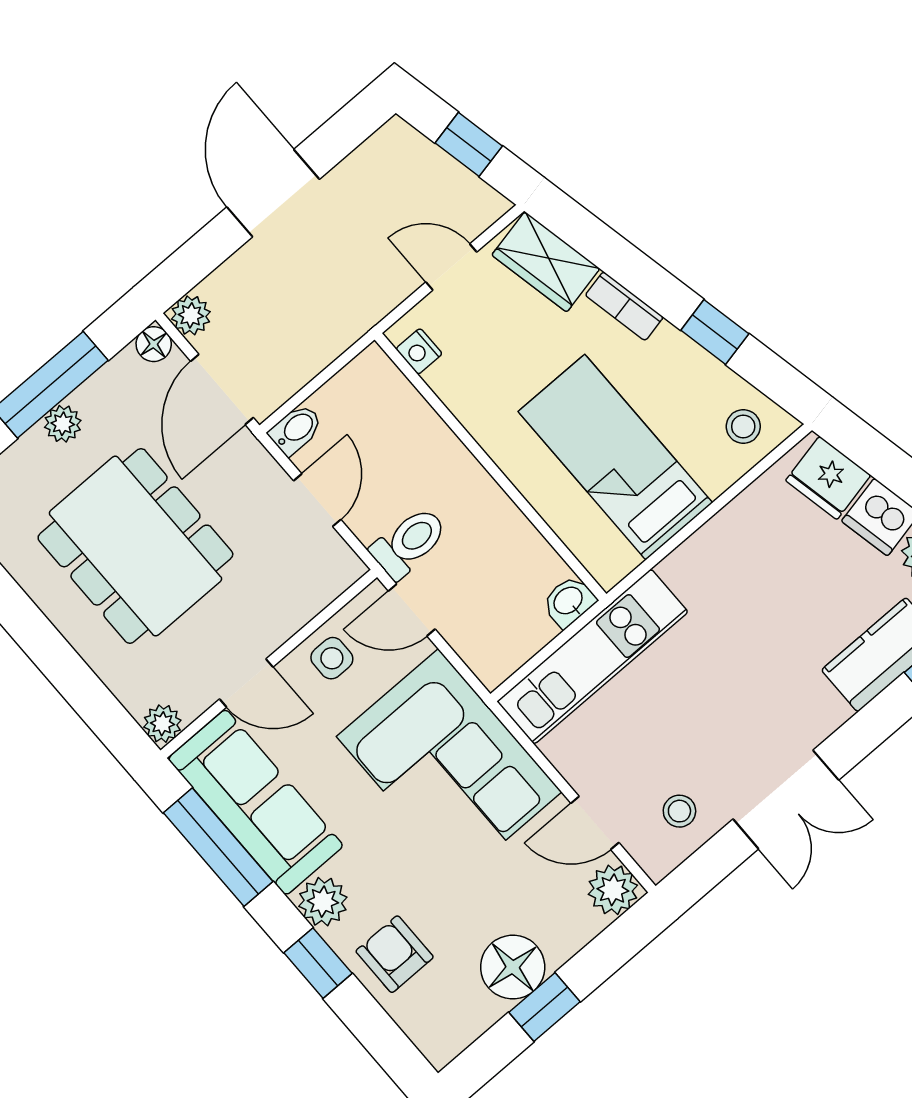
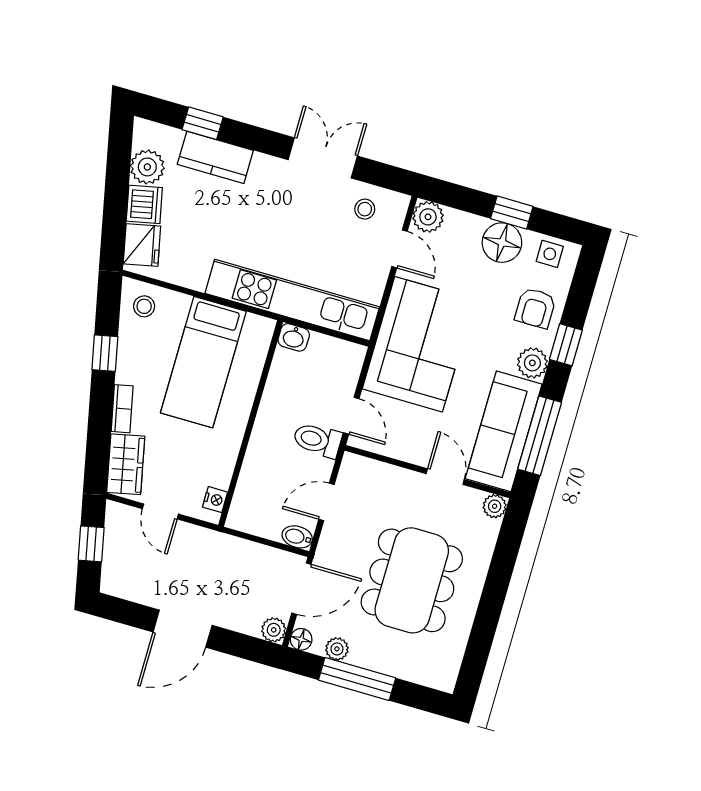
plant: (63, 424) -> (337, 649), moved
kitchen unit: (592, 657) -> (292, 300), width x1.36
side table: (332, 658) -> (550, 254), moved

